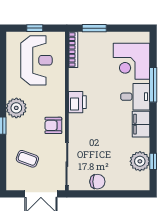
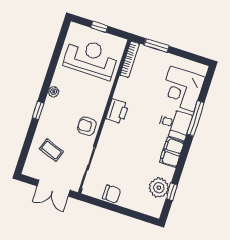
reception desk: (36, 60) -> (91, 58), turned -90
plant: (16, 108) -> (54, 92), width x0.53, depth x0.53

